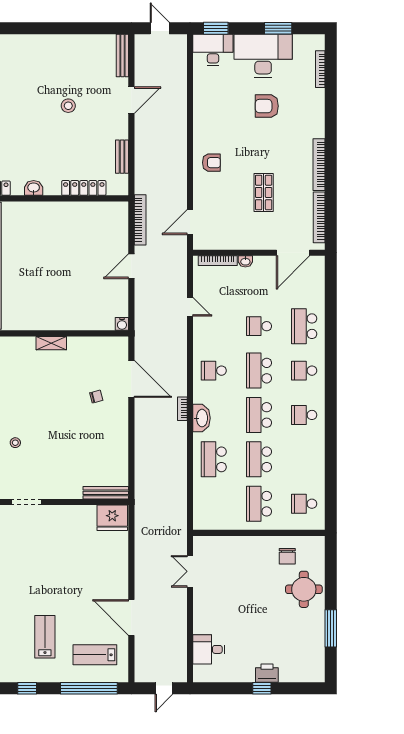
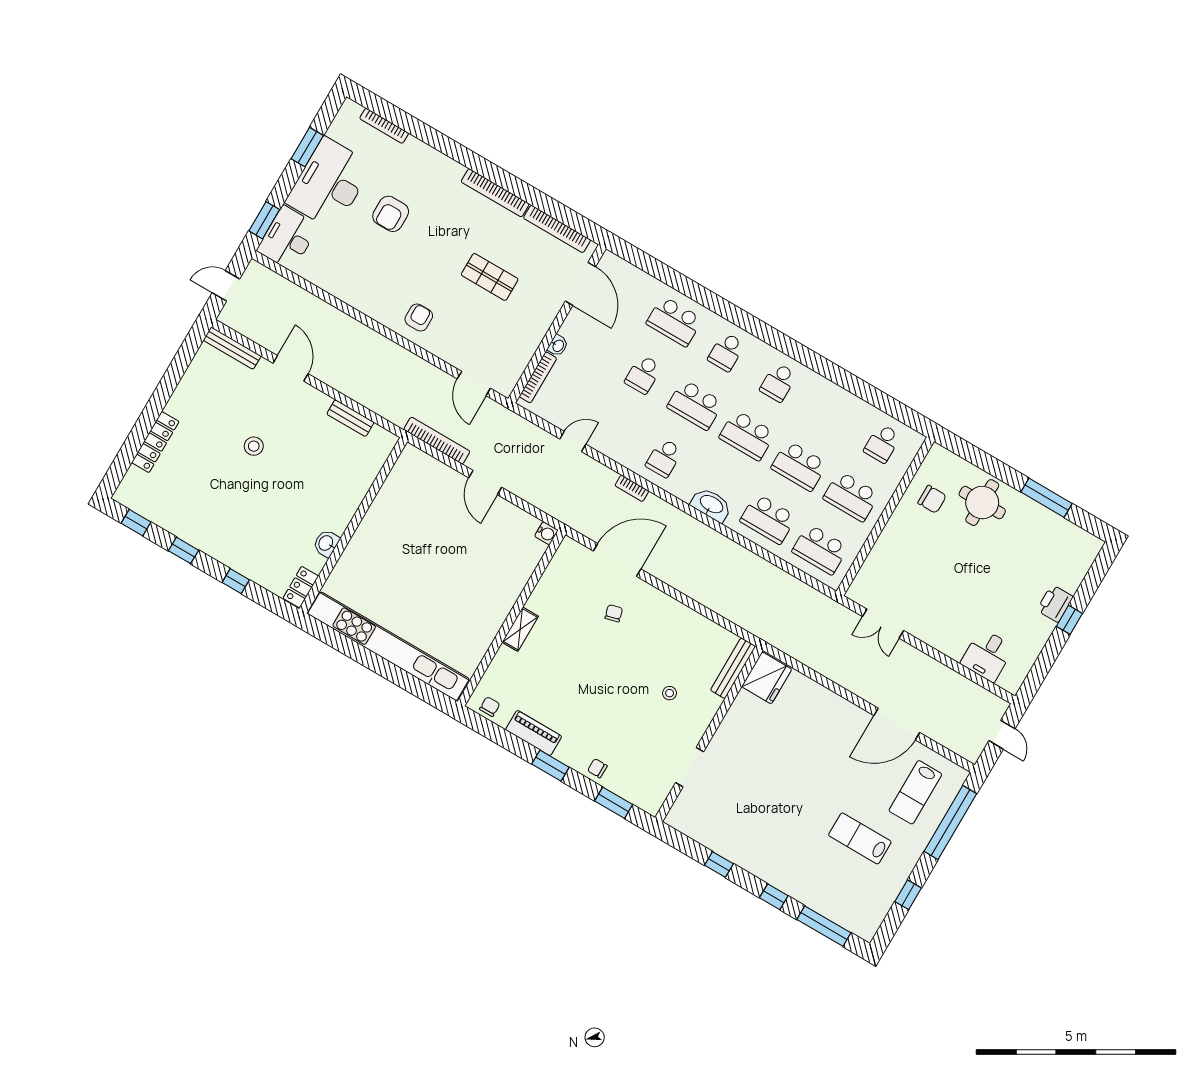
locker: (84, 188) -> (155, 442), moved, turned 180
bookcase: (182, 409) -> (632, 488), moved
stool: (15, 443) -> (670, 693), moved
school desk: (214, 504) -> (820, 549), added

